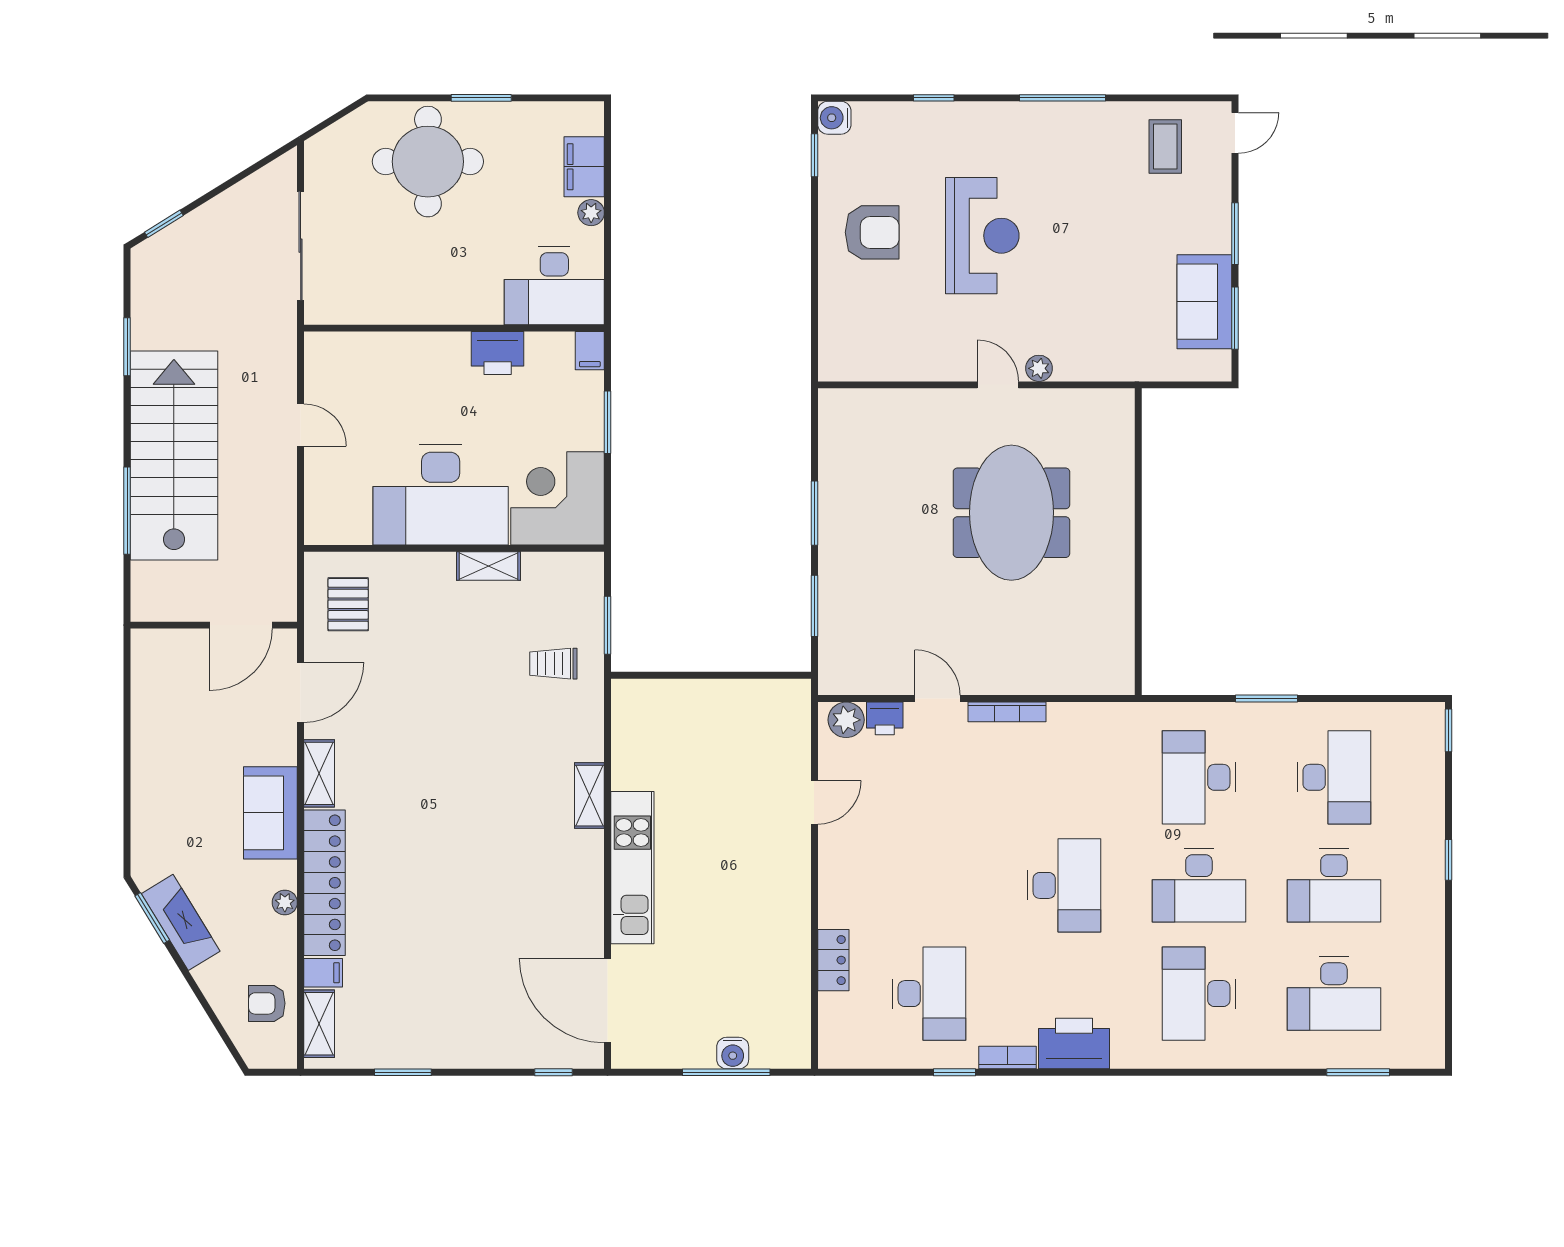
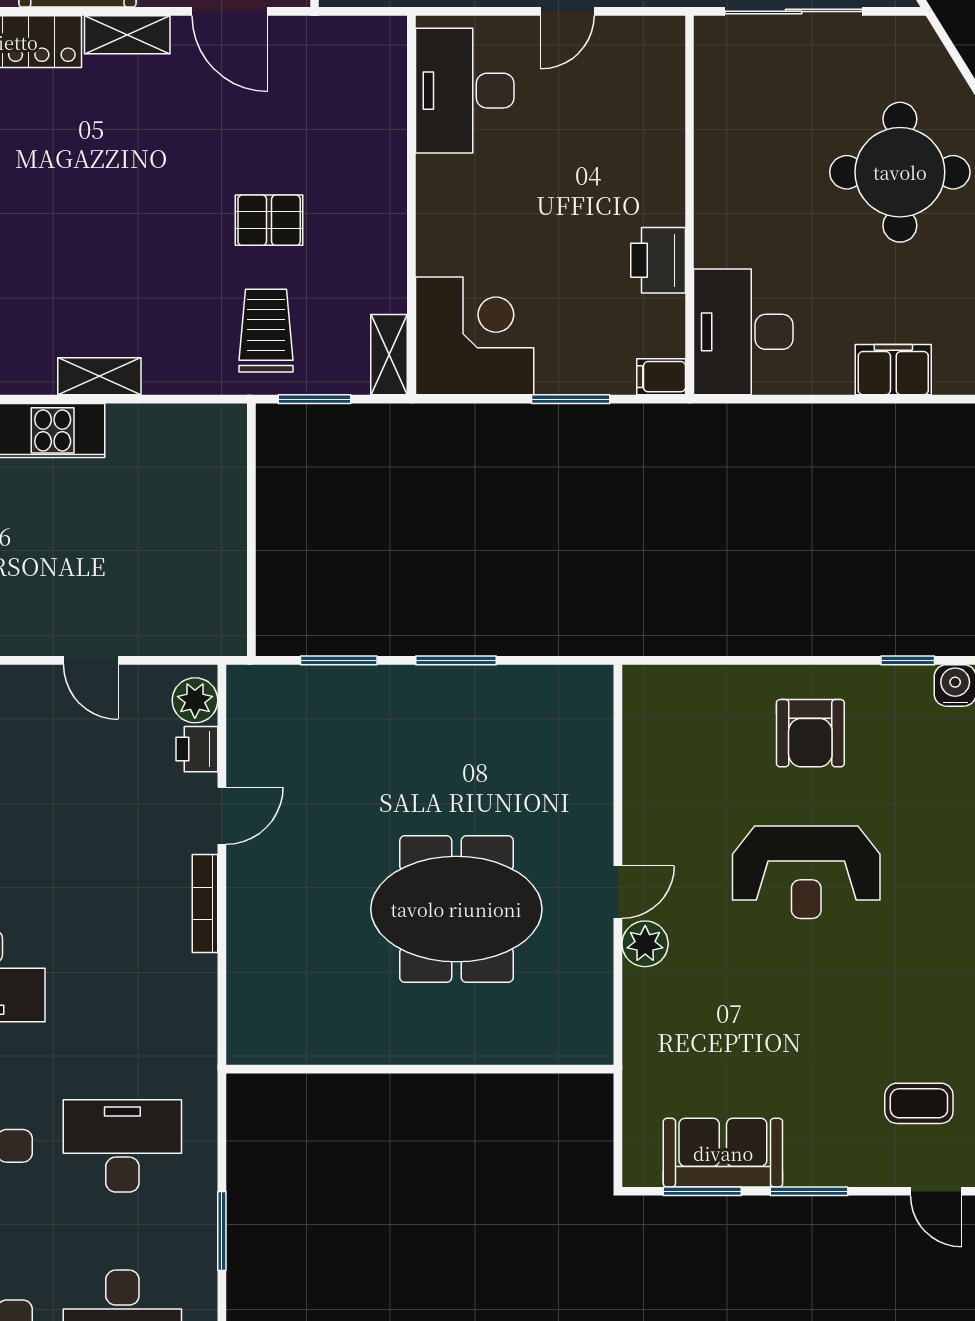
plant: (591, 213) -> (835, 378), removed
plant: (1039, 368) -> (645, 944), width x1.38, depth x1.38
desk: (441, 495) -> (465, 91), moved, width x0.73, depth x0.77
shelving: (488, 566) -> (389, 355), moved
pallet: (348, 604) -> (269, 220), moved
trolley: (553, 664) -> (266, 331), width x1.36, depth x1.39

